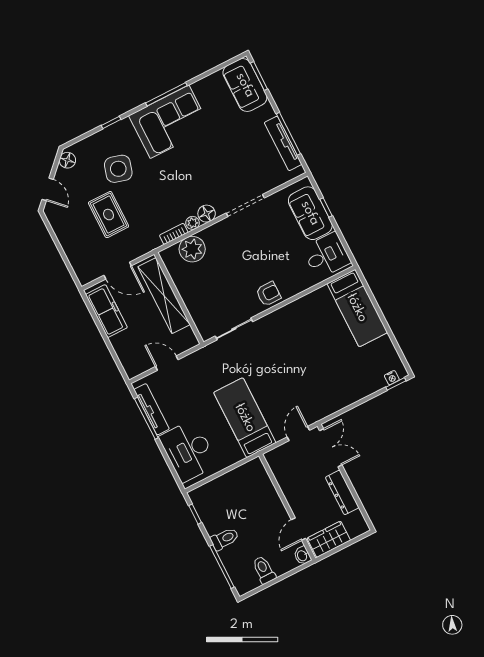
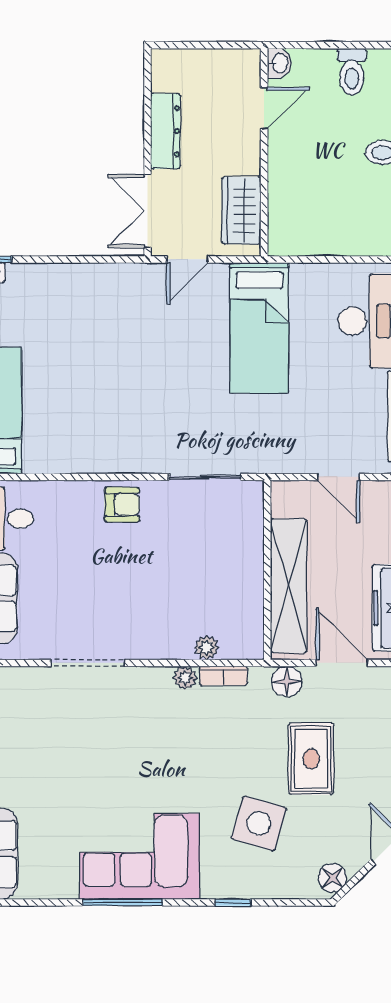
floor lamp: (207, 214) -> (287, 681), moved
plant: (192, 249) -> (207, 648), width x0.53, depth x0.53
armchair: (268, 294) -> (122, 505), turned 180
wardrobe: (329, 539) -> (241, 210), moved, turned 90

